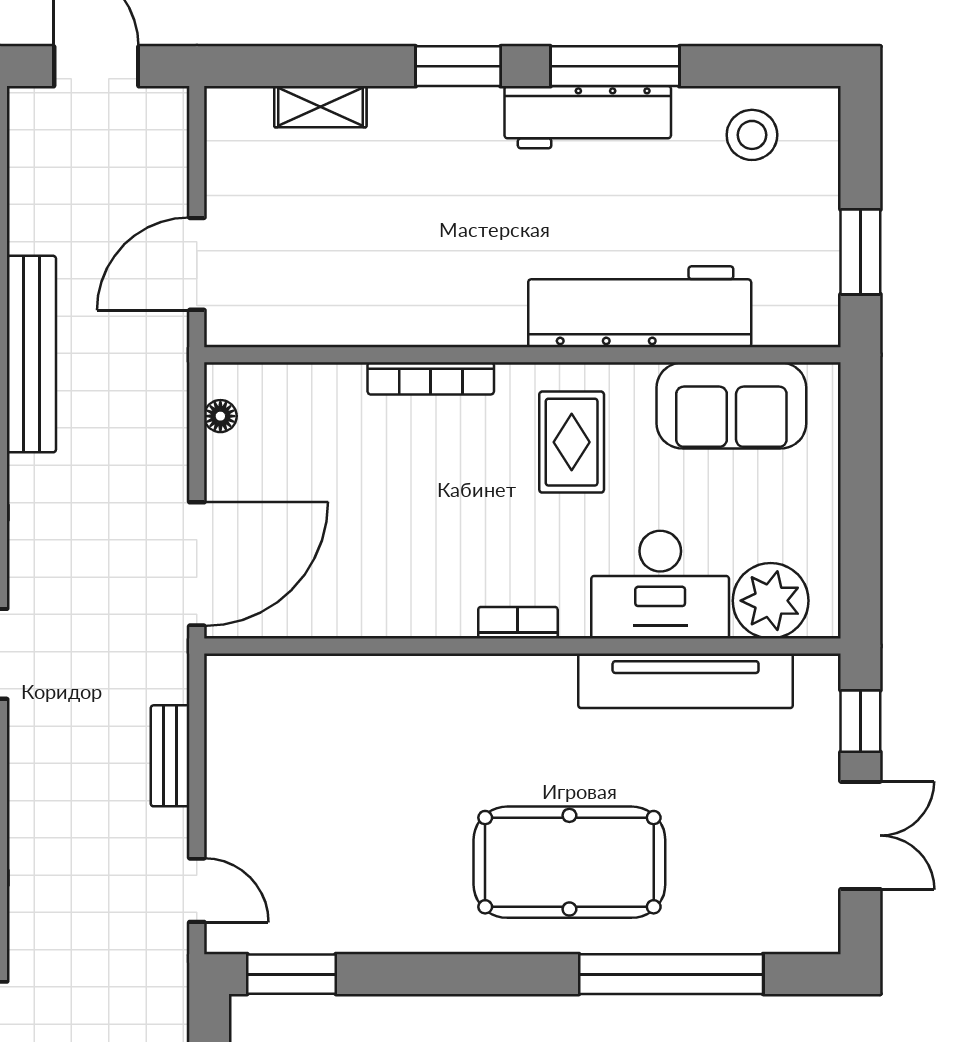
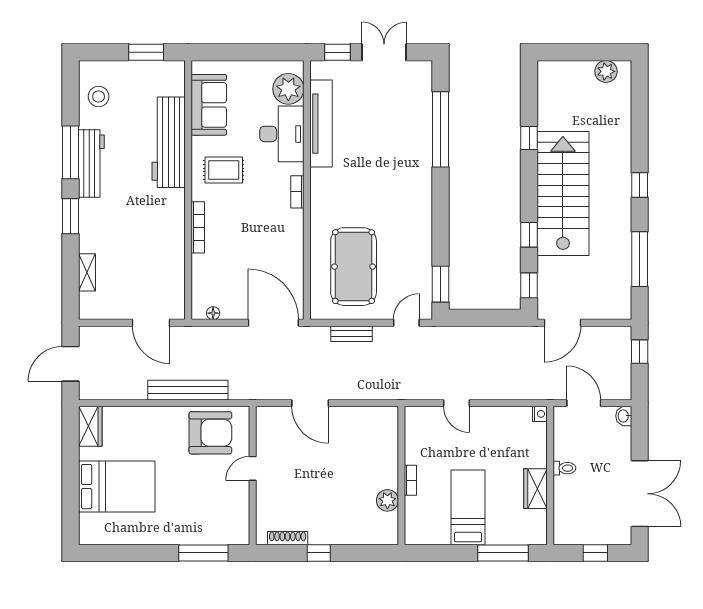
pool table: (569, 862) -> (354, 267), moved

